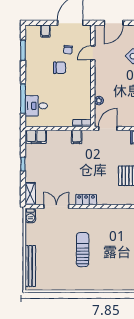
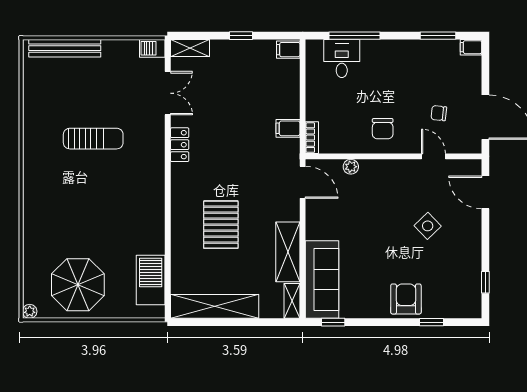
filing cabinet: (45, 31) -> (471, 47), moved
chair: (60, 68) -> (383, 129), moved
filing cabinet: (36, 137) -> (288, 50), width x0.50

